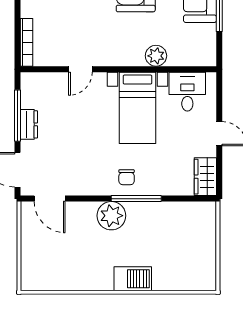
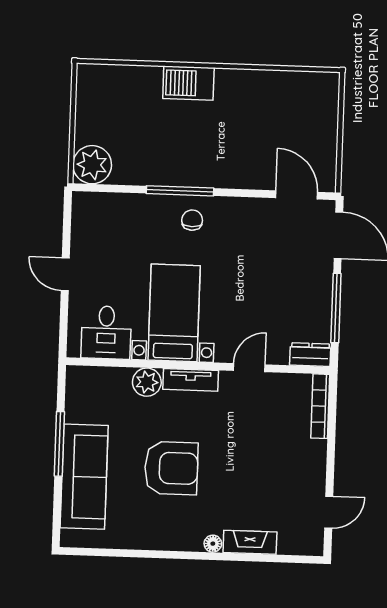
tv unit: (124, 59) -> (191, 380), added
dresser: (29, 124) -> (310, 355), moved, turned 90
wardrobe: (205, 177) -> (86, 217), removed
plant: (111, 216) -> (92, 165), moved

